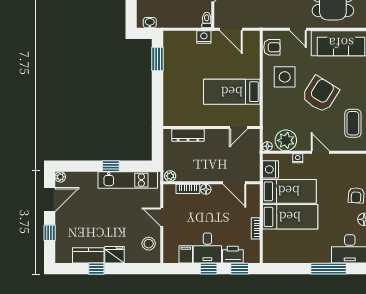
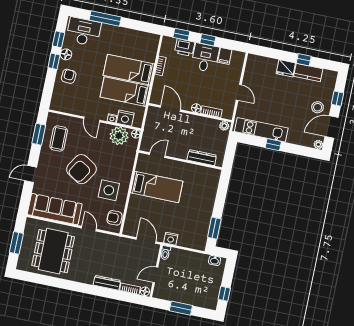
nightstand: (271, 169) -> (125, 118), moved, turned 90
stool: (149, 244) -> (318, 107), moved

